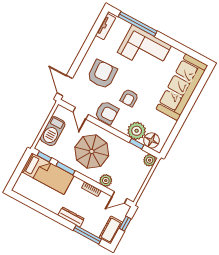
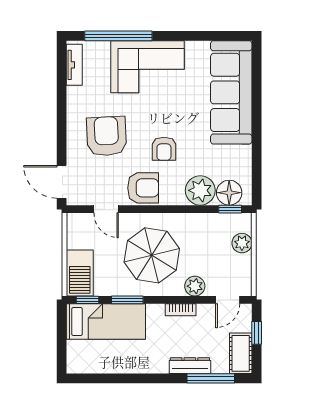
barbecue: (53, 131) -> (80, 273), moved
window: (137, 144) -> (230, 209), moved
plant: (150, 160) -> (242, 243), moved
dresser: (71, 217) -> (190, 366), moved

